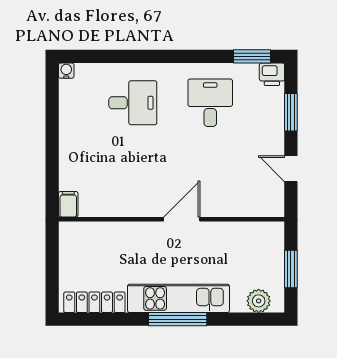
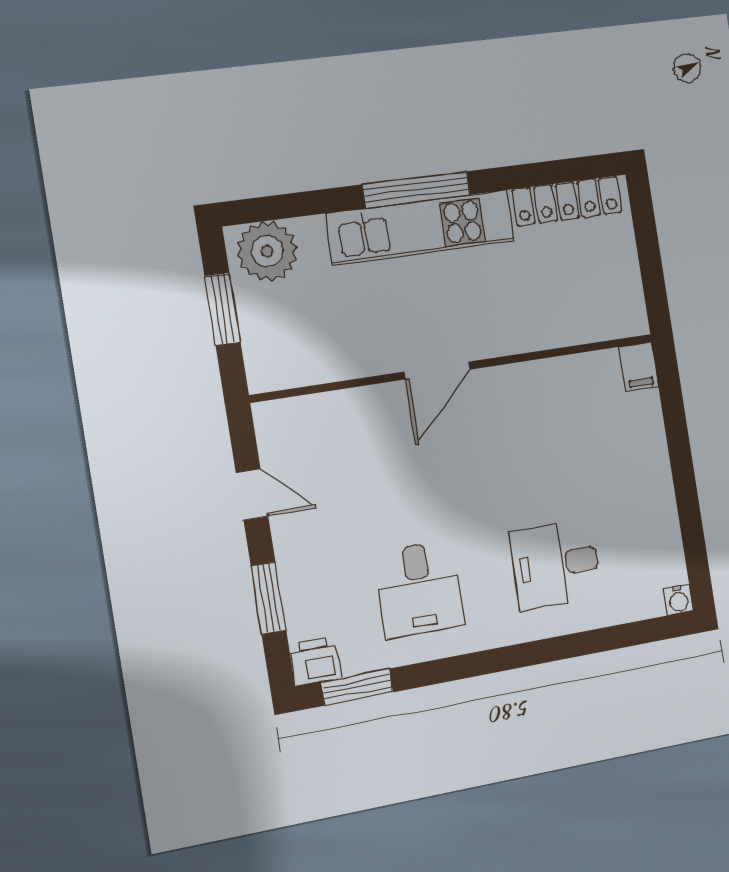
plant: (259, 301) -> (267, 251), width x1.36, depth x1.36

